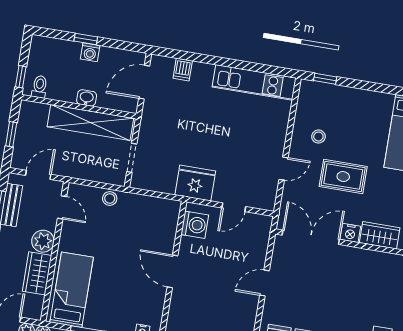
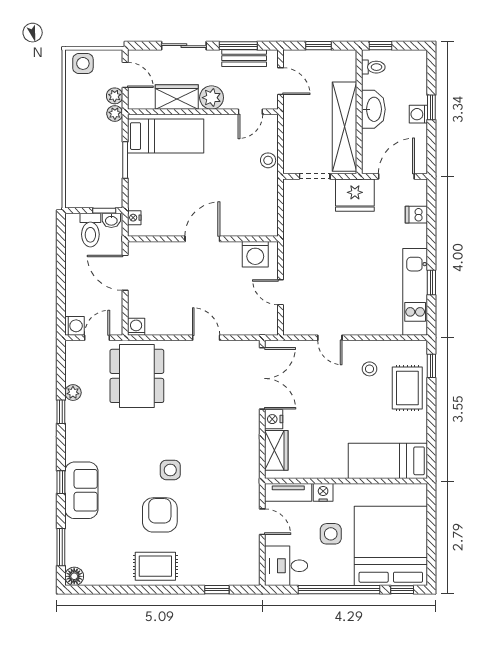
window: (248, 66) -> (431, 282), added
door: (144, 82) -> (396, 176), hinge flipped
washbasin: (87, 98) -> (373, 109), width x1.91, depth x1.45
rug: (343, 177) -> (407, 388), moved
fridge: (195, 183) -> (355, 195), moved, turned 90

